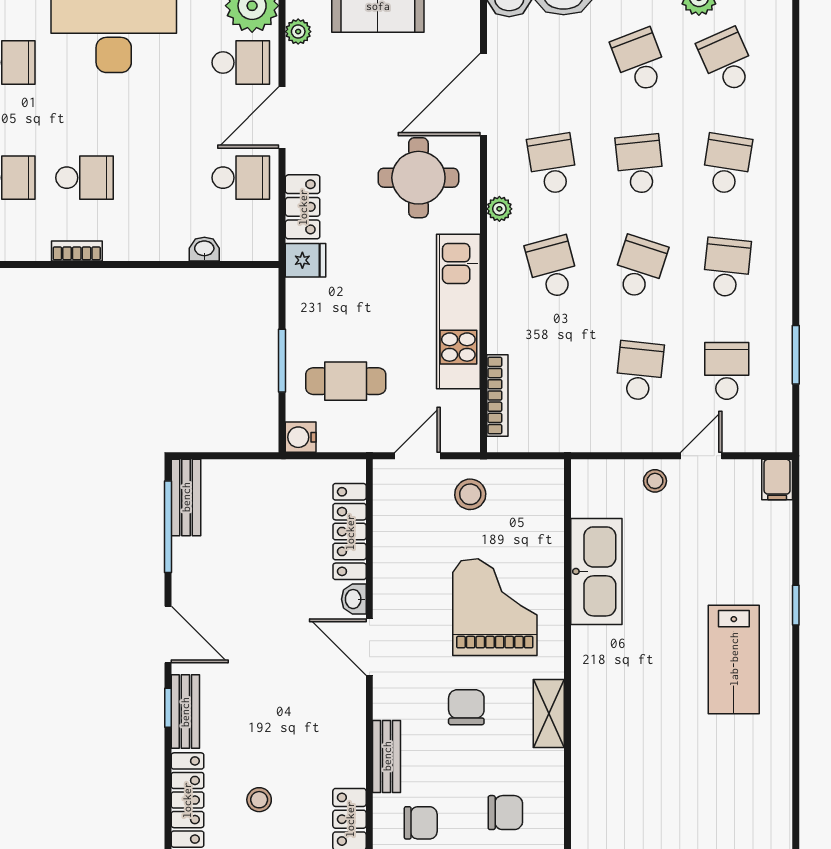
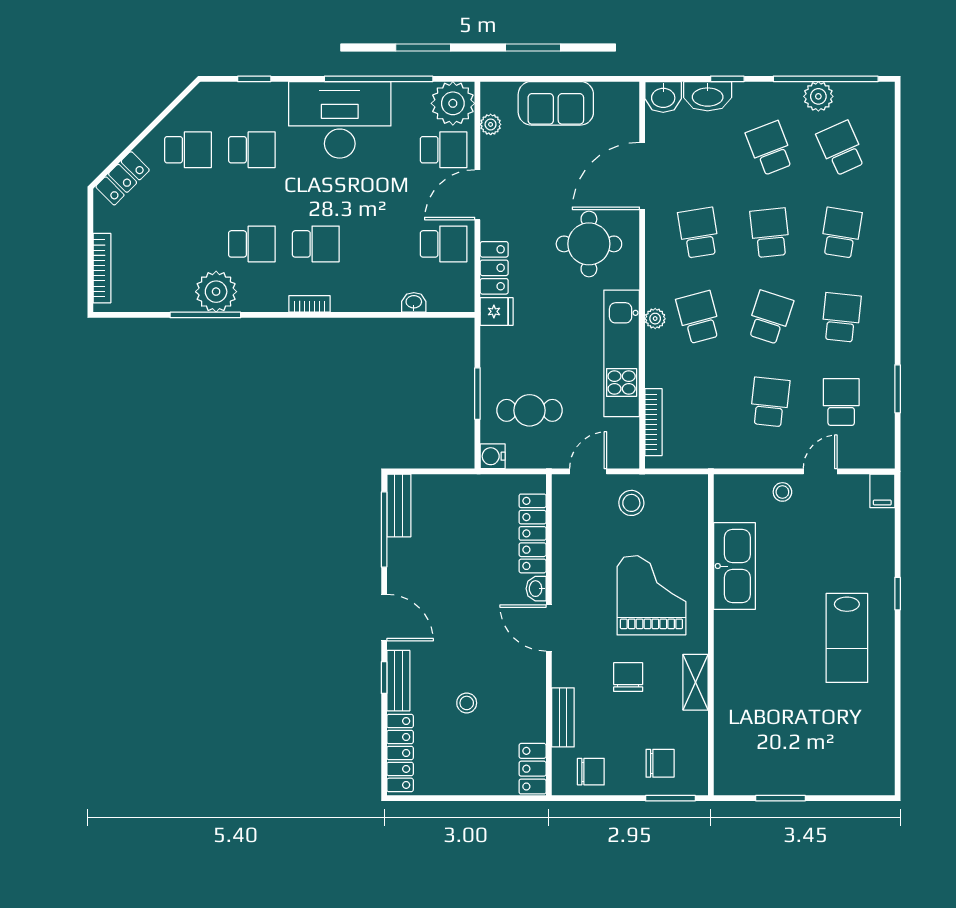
plant: (499, 209) -> (655, 319), moved
stool: (259, 800) -> (467, 703), moved

